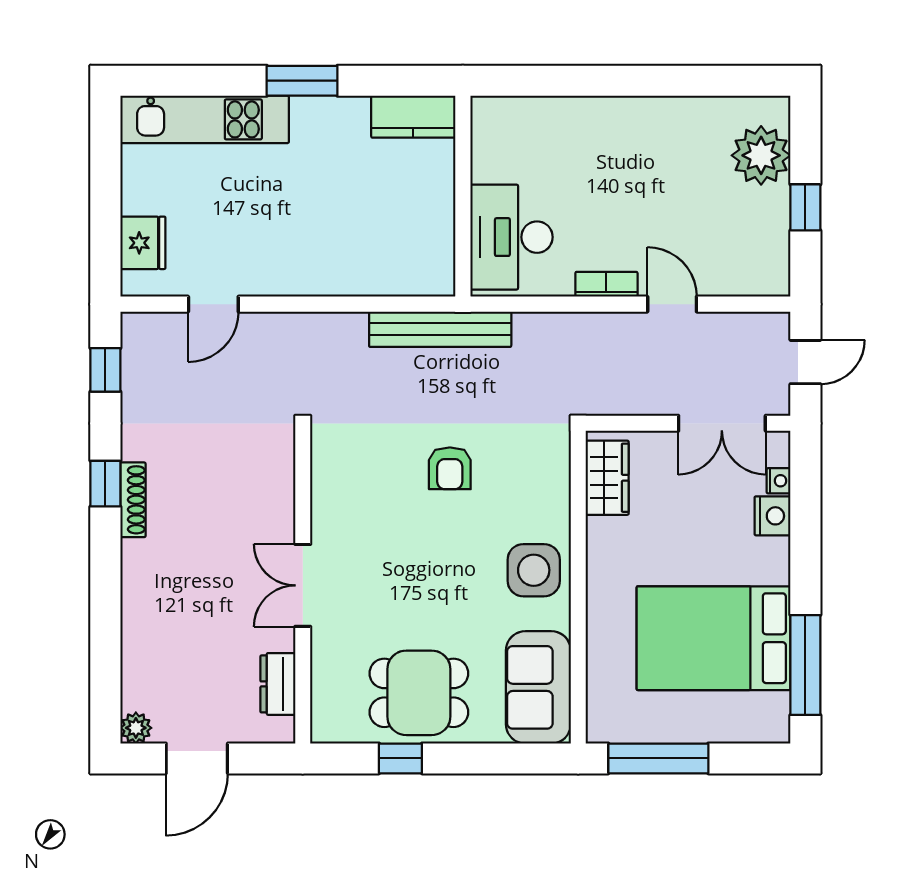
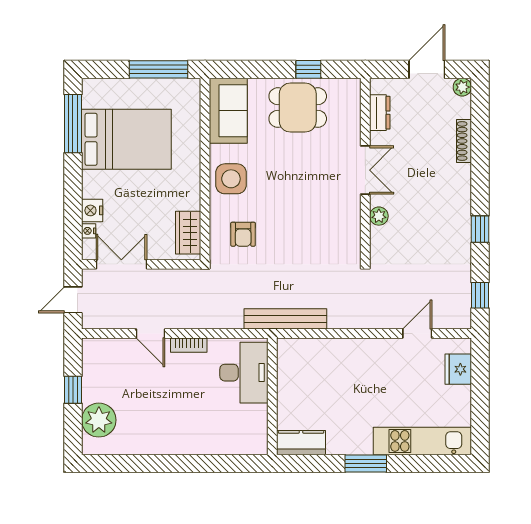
armchair: (450, 468) -> (243, 234), moved, turned 180
shoe rack: (133, 500) -> (464, 141), moved
plant: (279, 506) -> (379, 216), added

